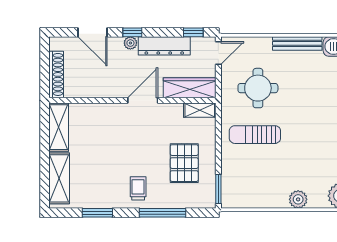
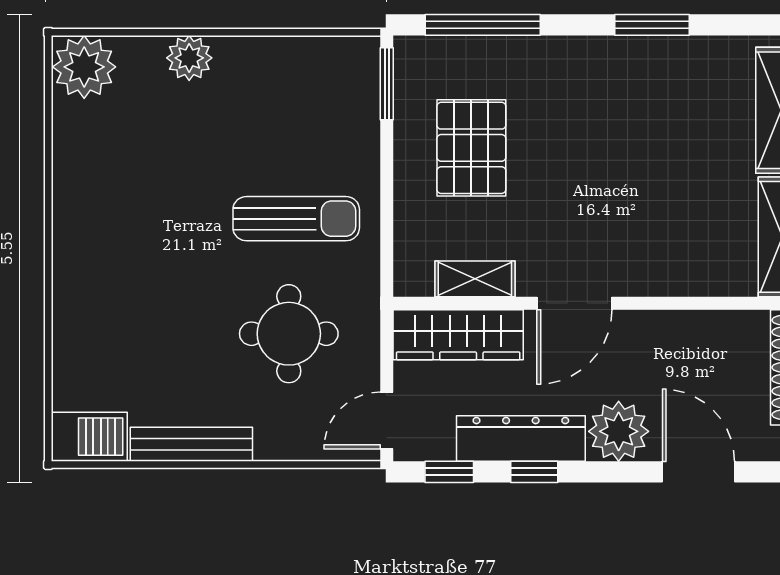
window: (132, 32) -> (534, 472), moved
plant: (130, 43) -> (619, 431), width x1.88, depth x1.88
shelving: (200, 110) -> (475, 279), moved
trolley: (138, 188) -> (586, 85), removed
window: (97, 213) -> (652, 25), moved
window: (163, 213) -> (483, 25), moved

